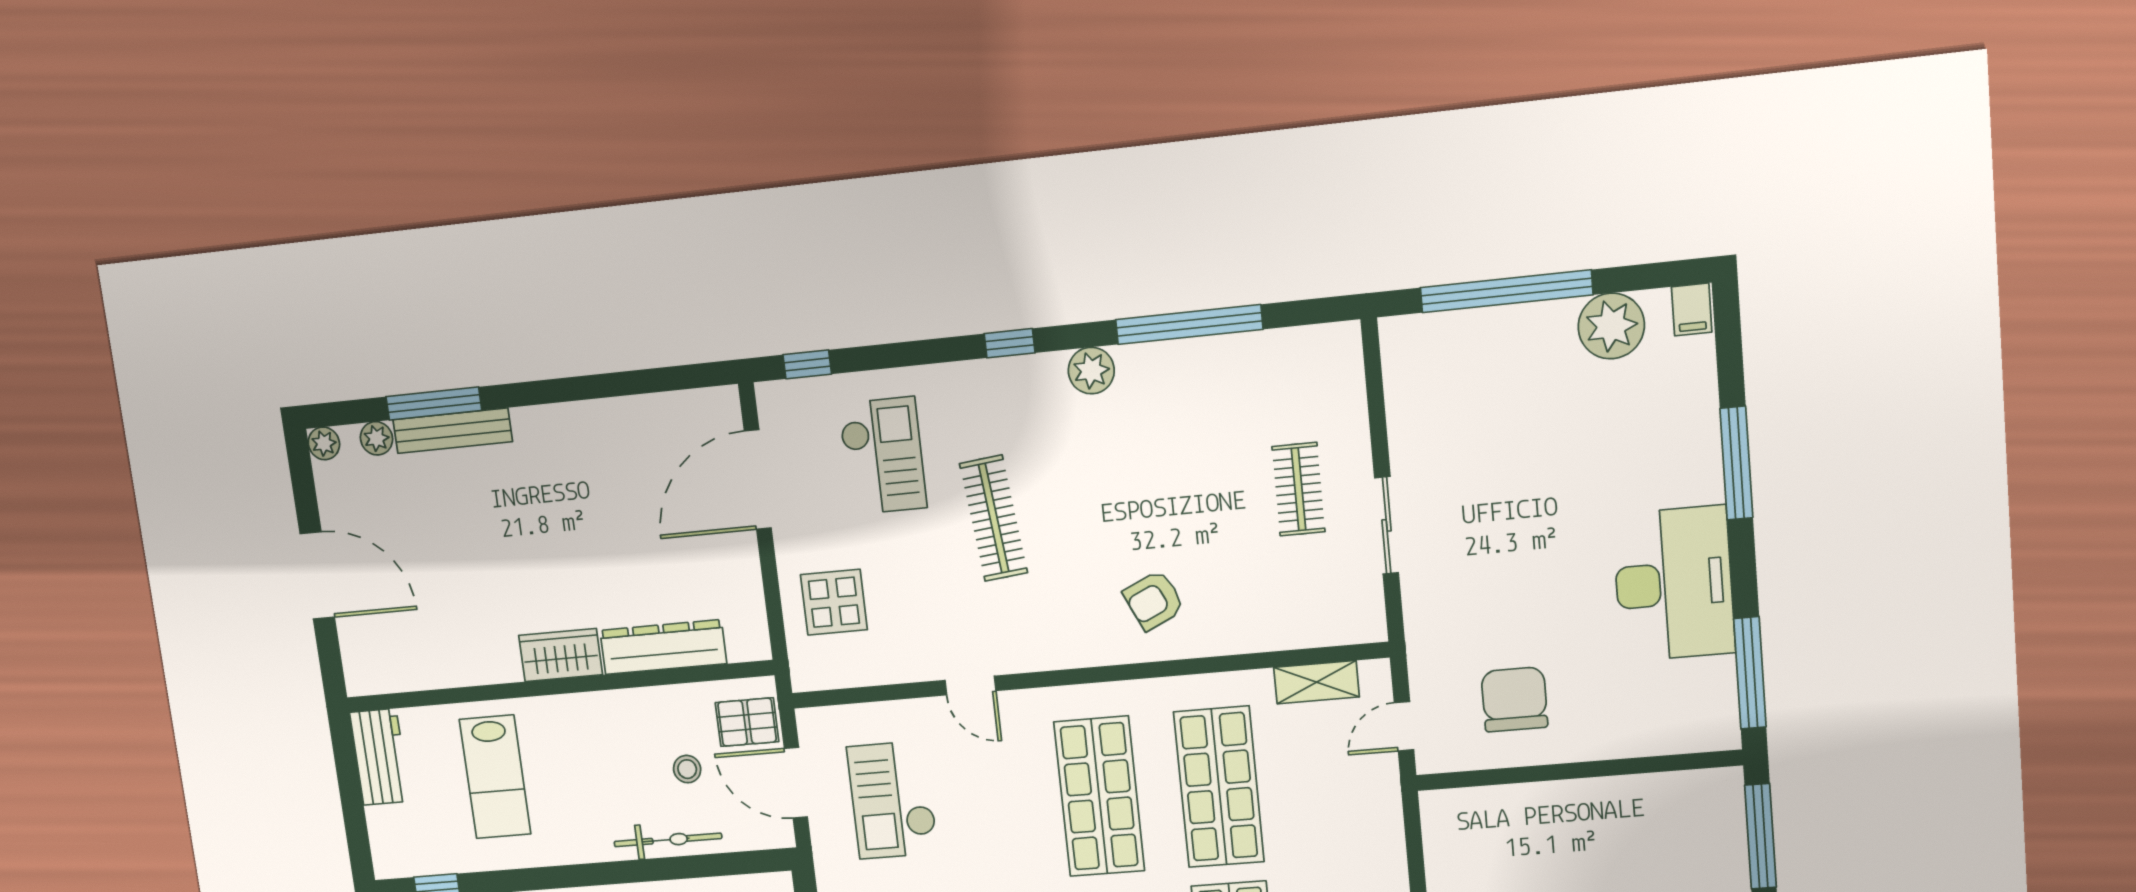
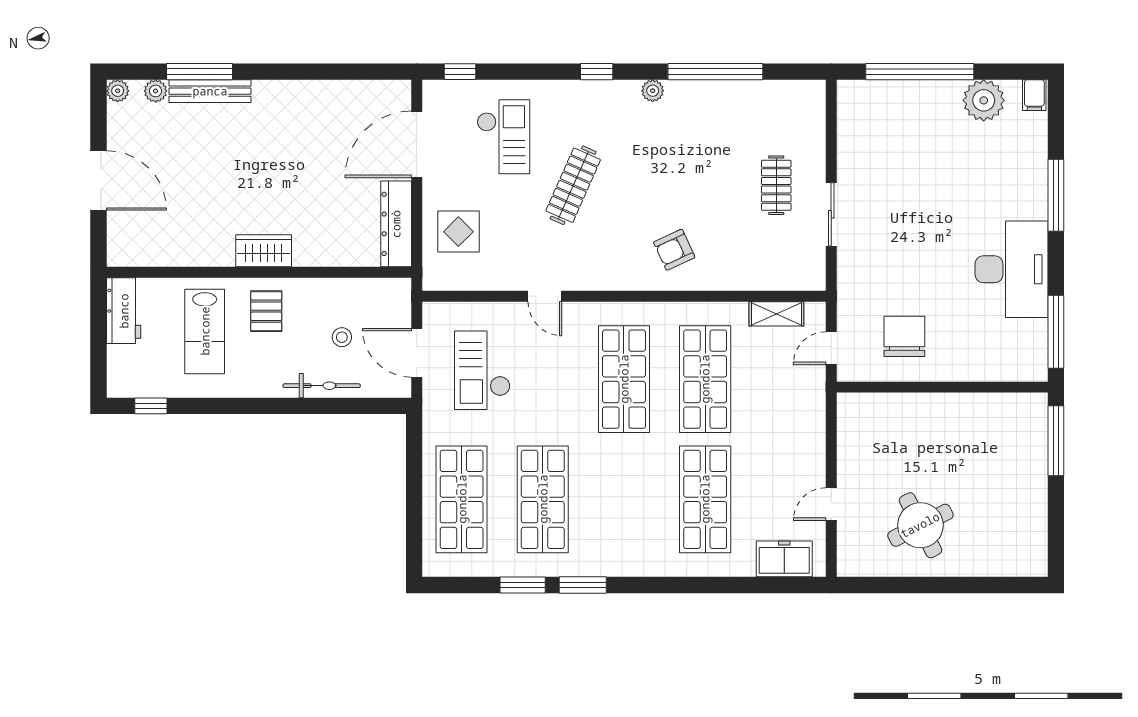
plant: (1091, 371) -> (653, 91), width x0.73, depth x0.73
clothes rail: (994, 518) -> (573, 185), turned 30
dresser: (663, 647) -> (396, 224), moved, turned -90
pallet: (747, 722) -> (266, 311), moved, turned 90

